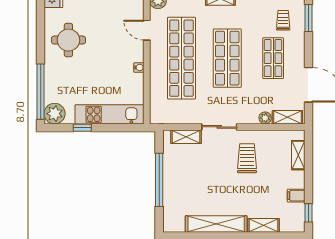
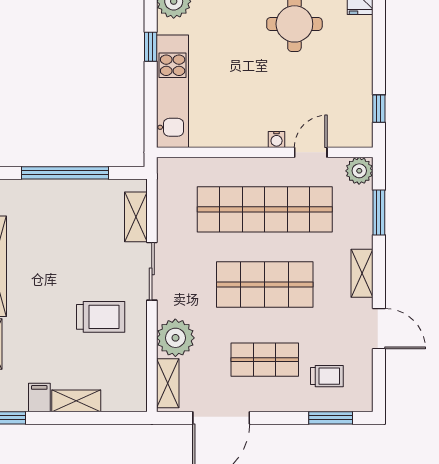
water cooler: (139, 68) -> (277, 139), moved
plant: (265, 118) -> (175, 338), width x1.87, depth x1.87
shelving: (298, 155) -> (76, 401), moved

